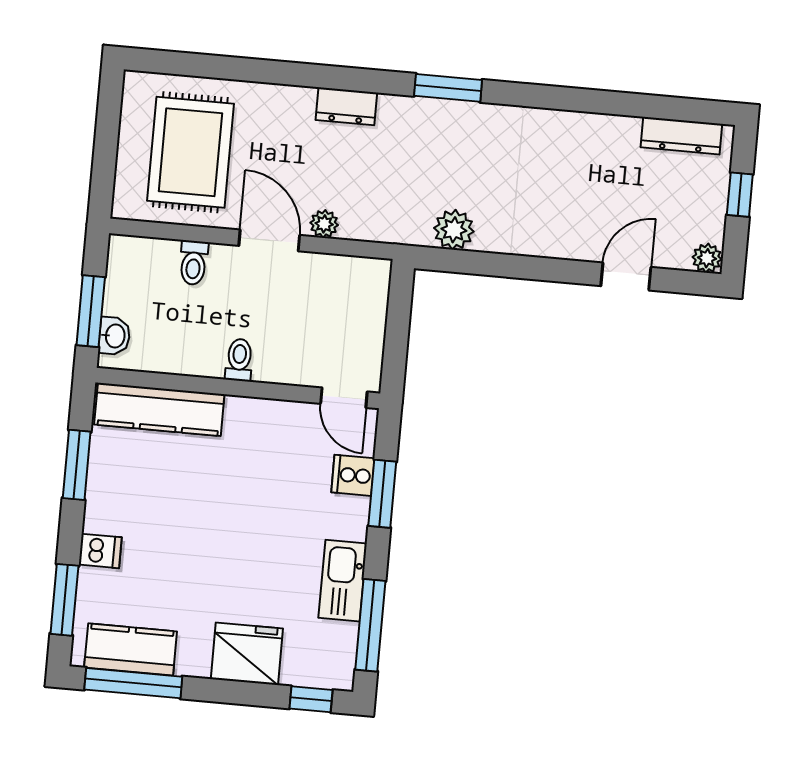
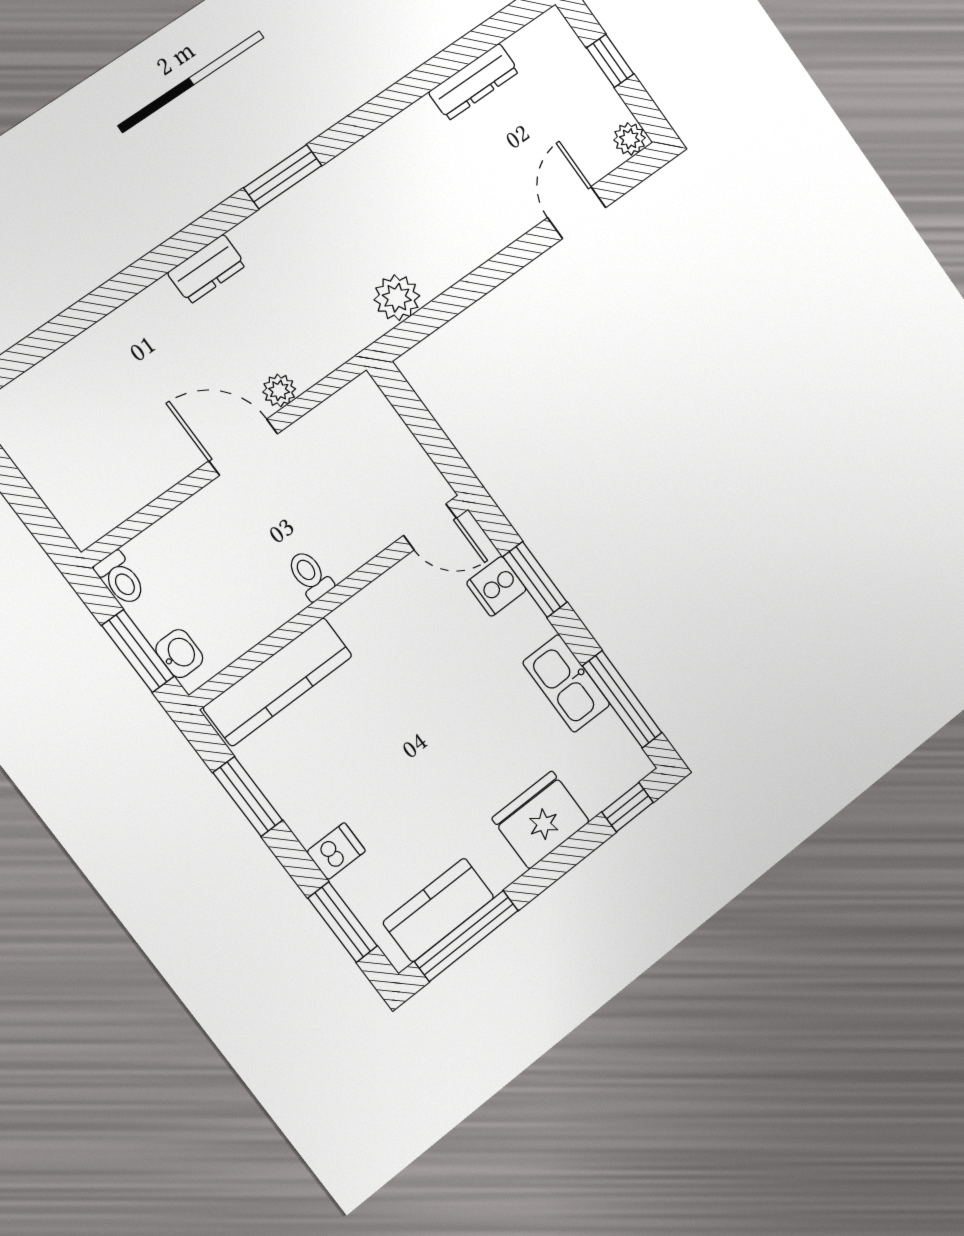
dresser: (681, 136) -> (474, 82), moved
rug: (190, 152) -> (102, 430), removed
toilet: (194, 263) -> (121, 578), moved

